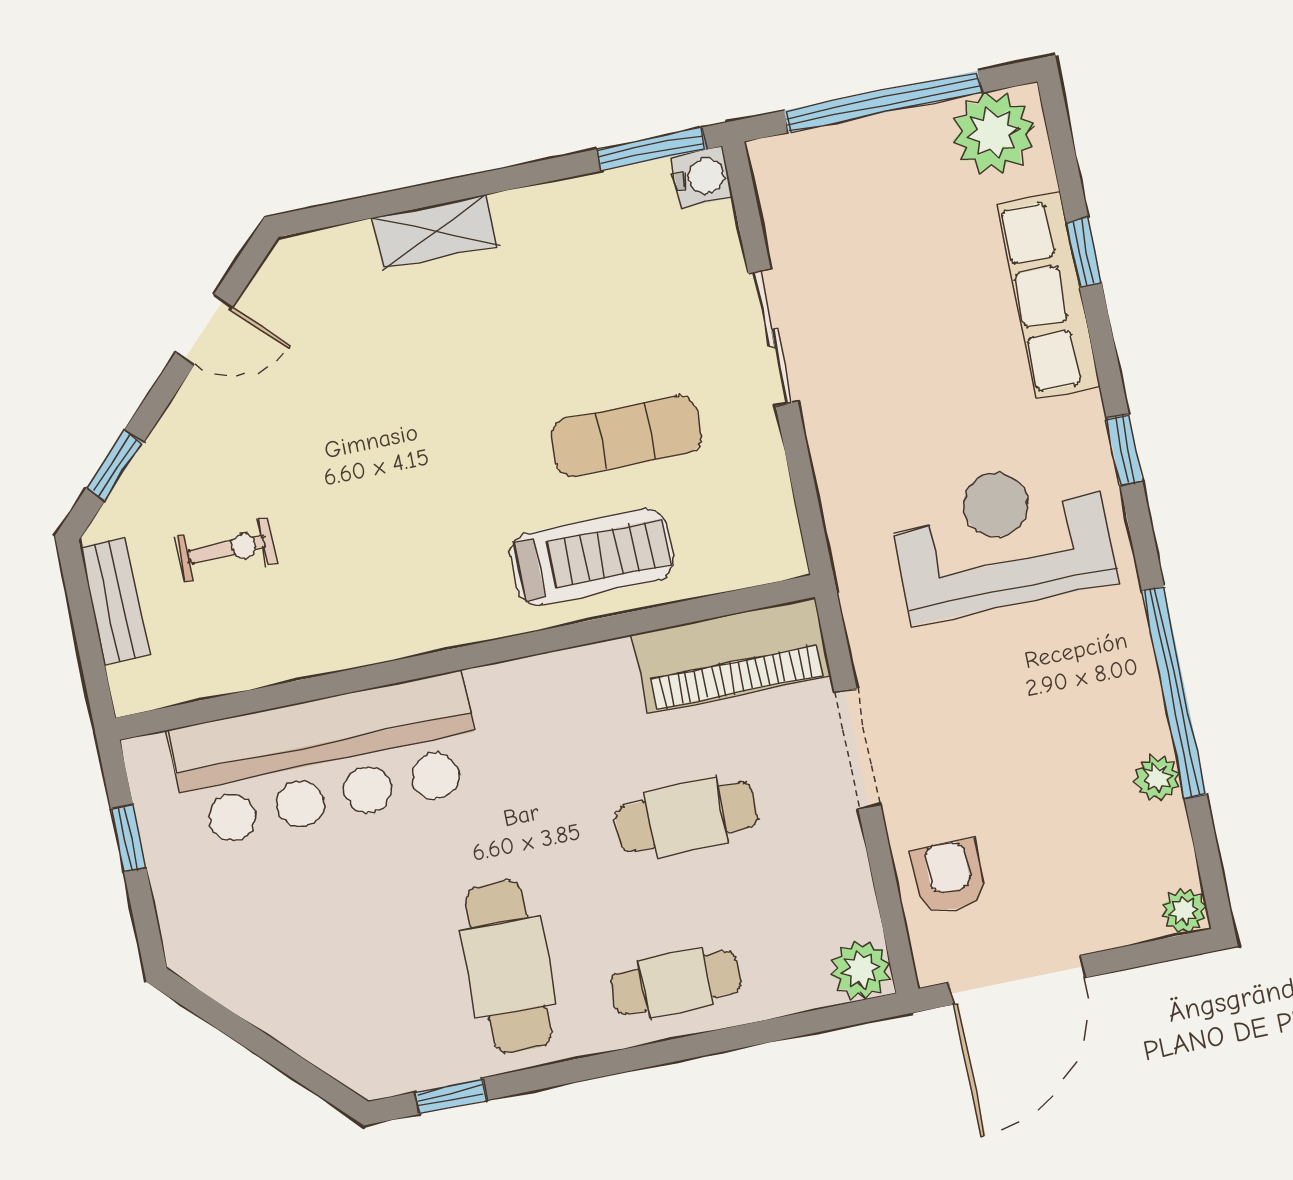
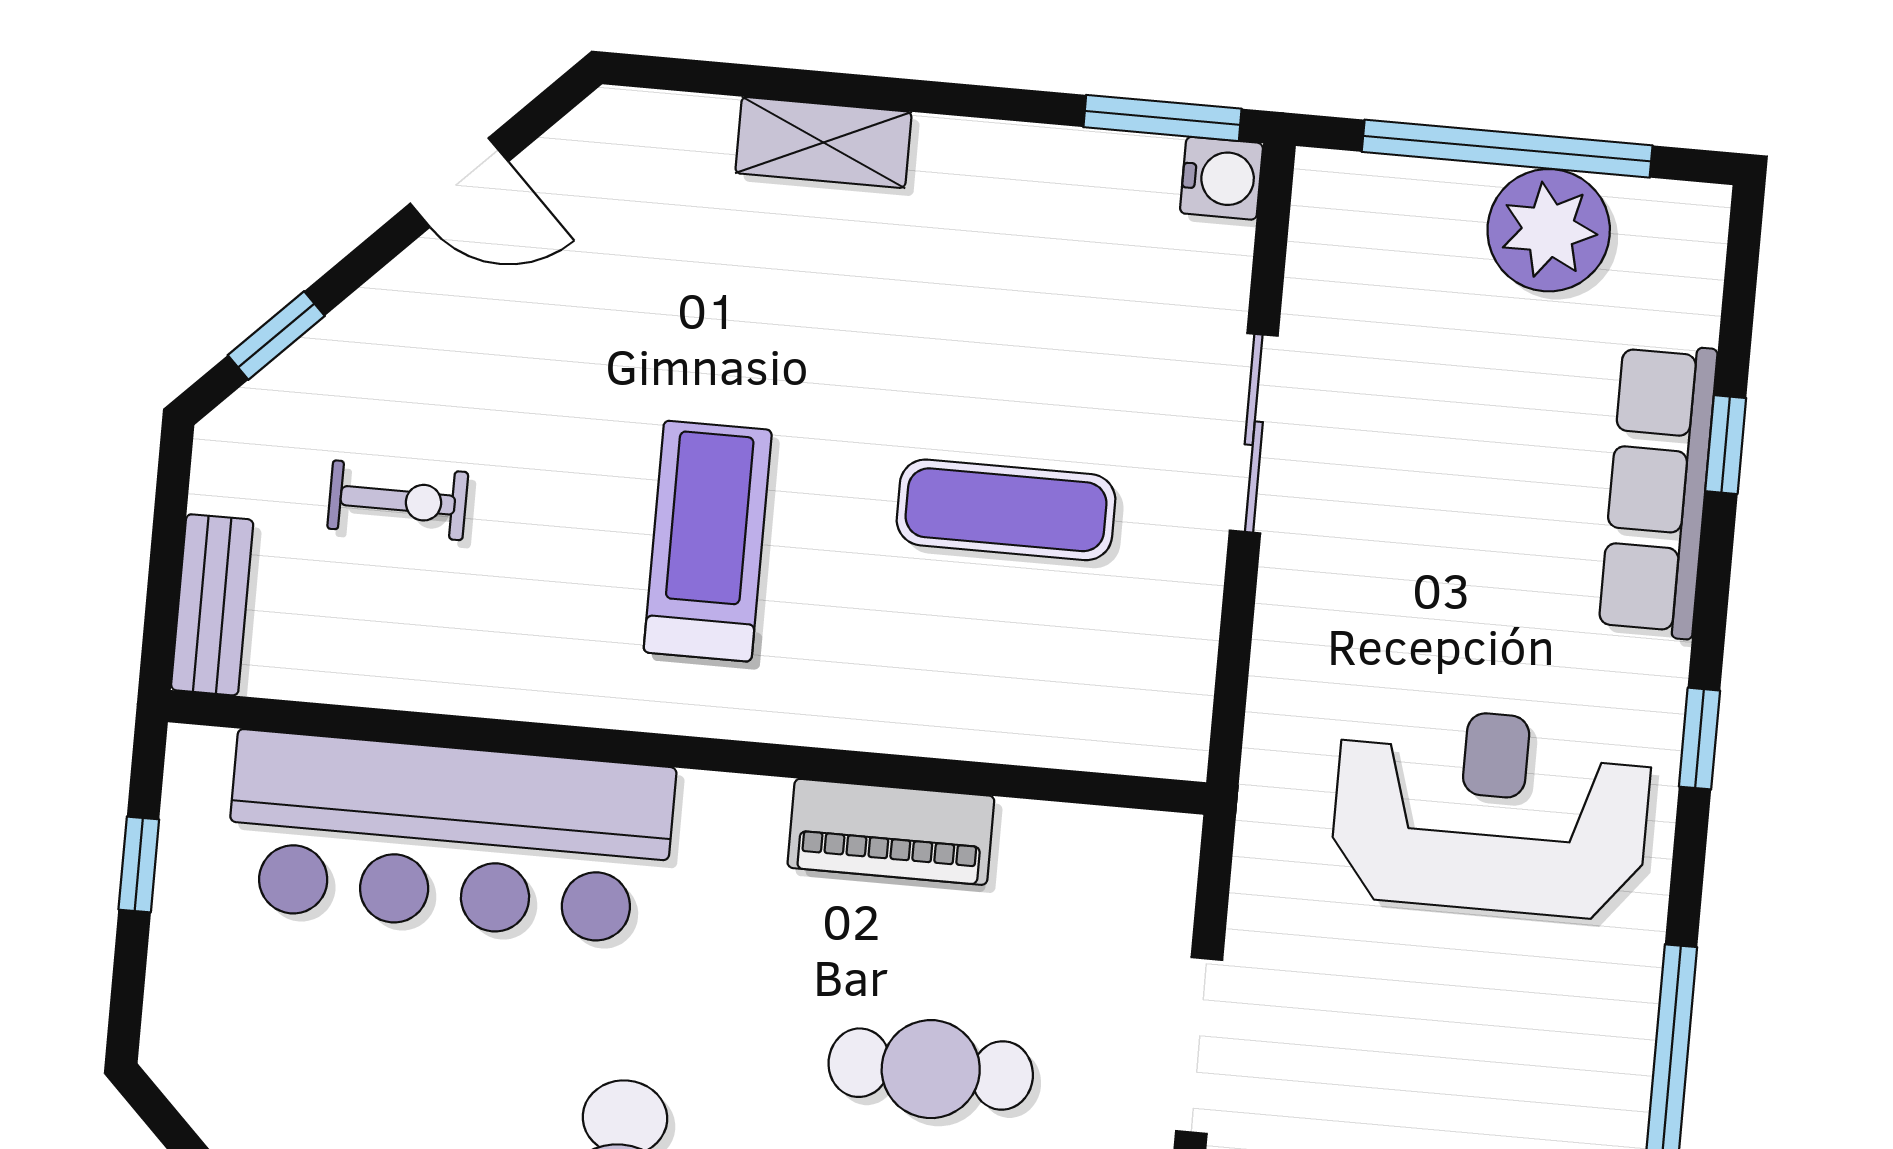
plant: (993, 133) -> (1549, 230), moved
treadmill: (592, 557) -> (708, 541), moved, turned -90
bench: (115, 601) -> (212, 605), moved
piano: (732, 655) -> (891, 832), moved, width x0.73, depth x0.75

